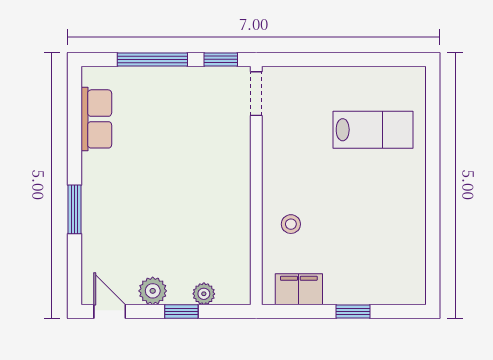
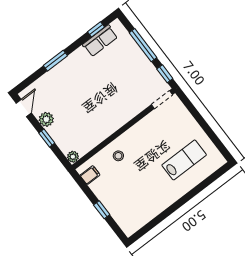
window: (74, 112) -> (96, 29), added
lab bench: (373, 130) -> (184, 160), turned -90
filing cabinet: (299, 289) -> (90, 175), width x0.50
plant: (204, 294) -> (73, 157), moved

